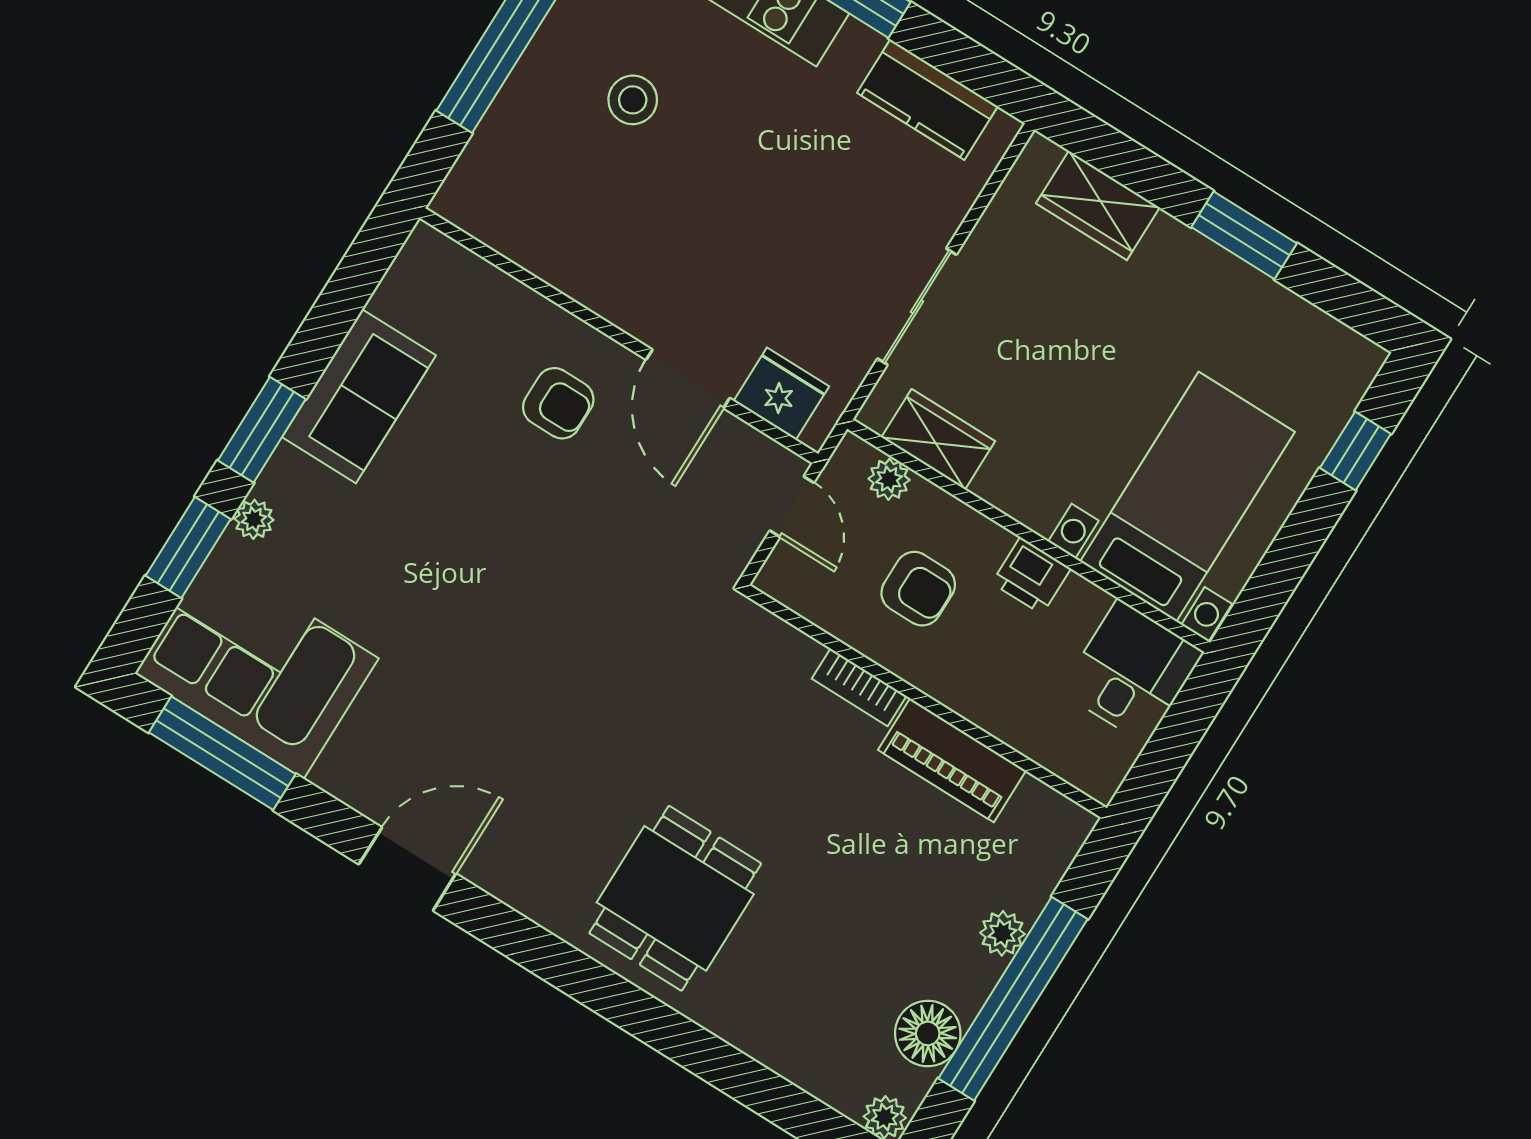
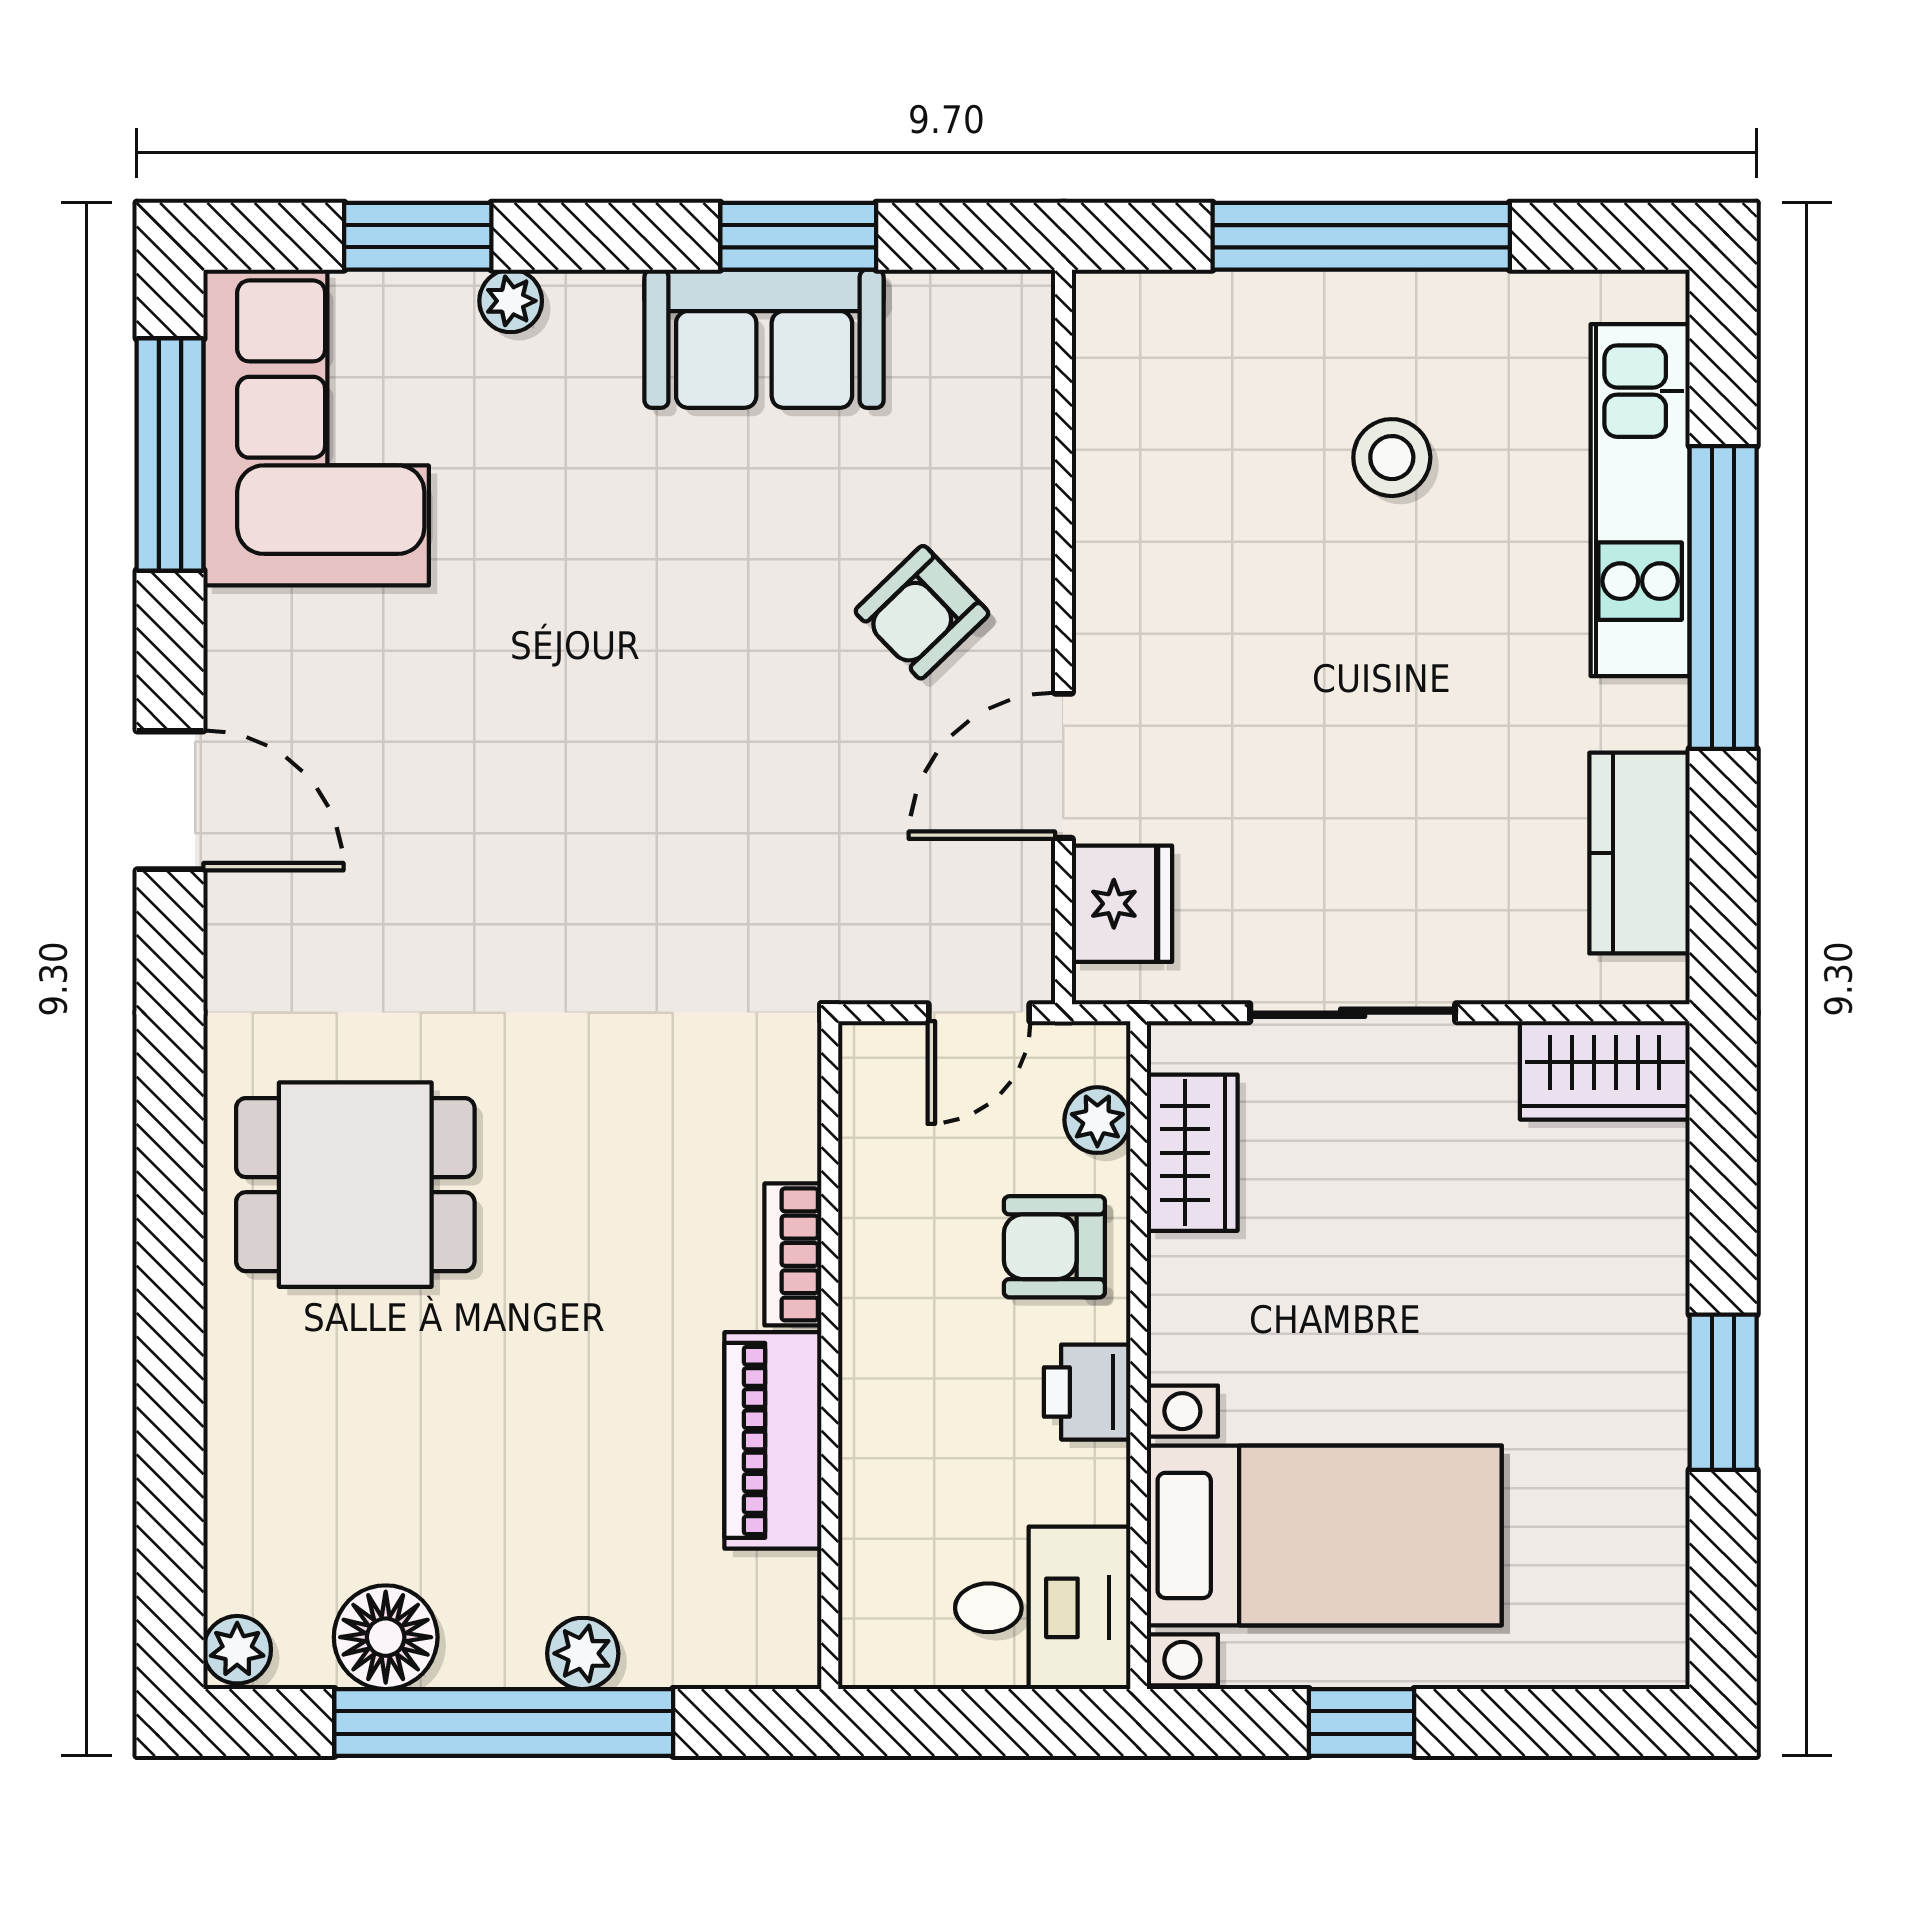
wardrobe: (1098, 205) -> (1605, 1070), moved, turned -90
armchair: (558, 403) -> (922, 612), turned 46
window: (262, 430) -> (798, 236), moved
window: (1355, 451) -> (1362, 1722), moved
armchair: (918, 589) -> (1054, 1247), moved, turned 90

